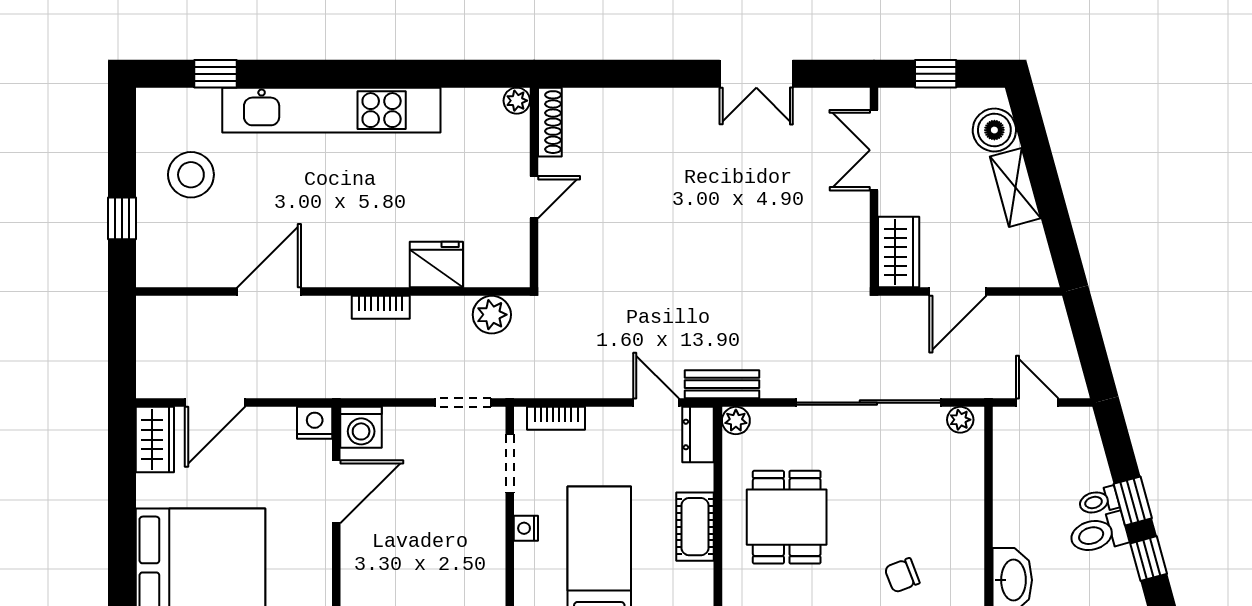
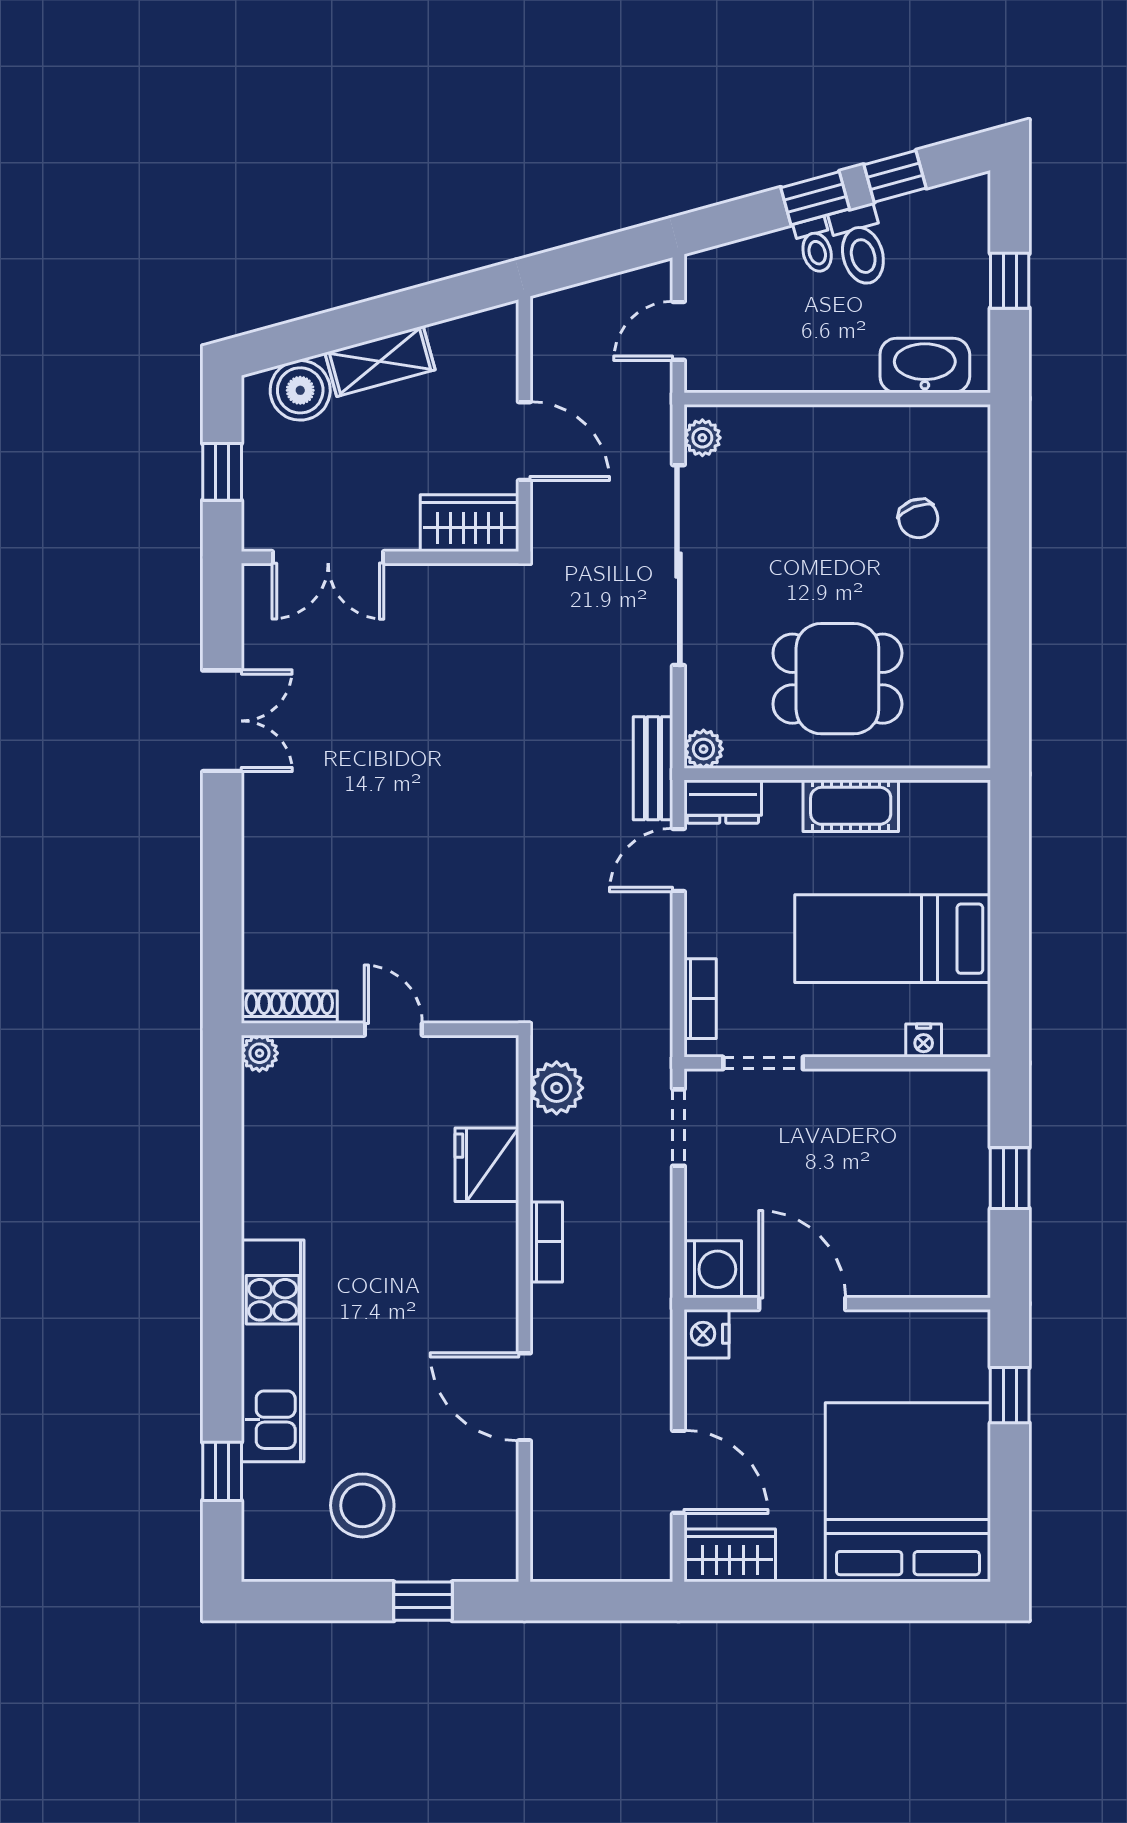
kitchen unit: (331, 110) -> (273, 1351), width x0.73
nightstand: (526, 528) -> (924, 1040), moved

